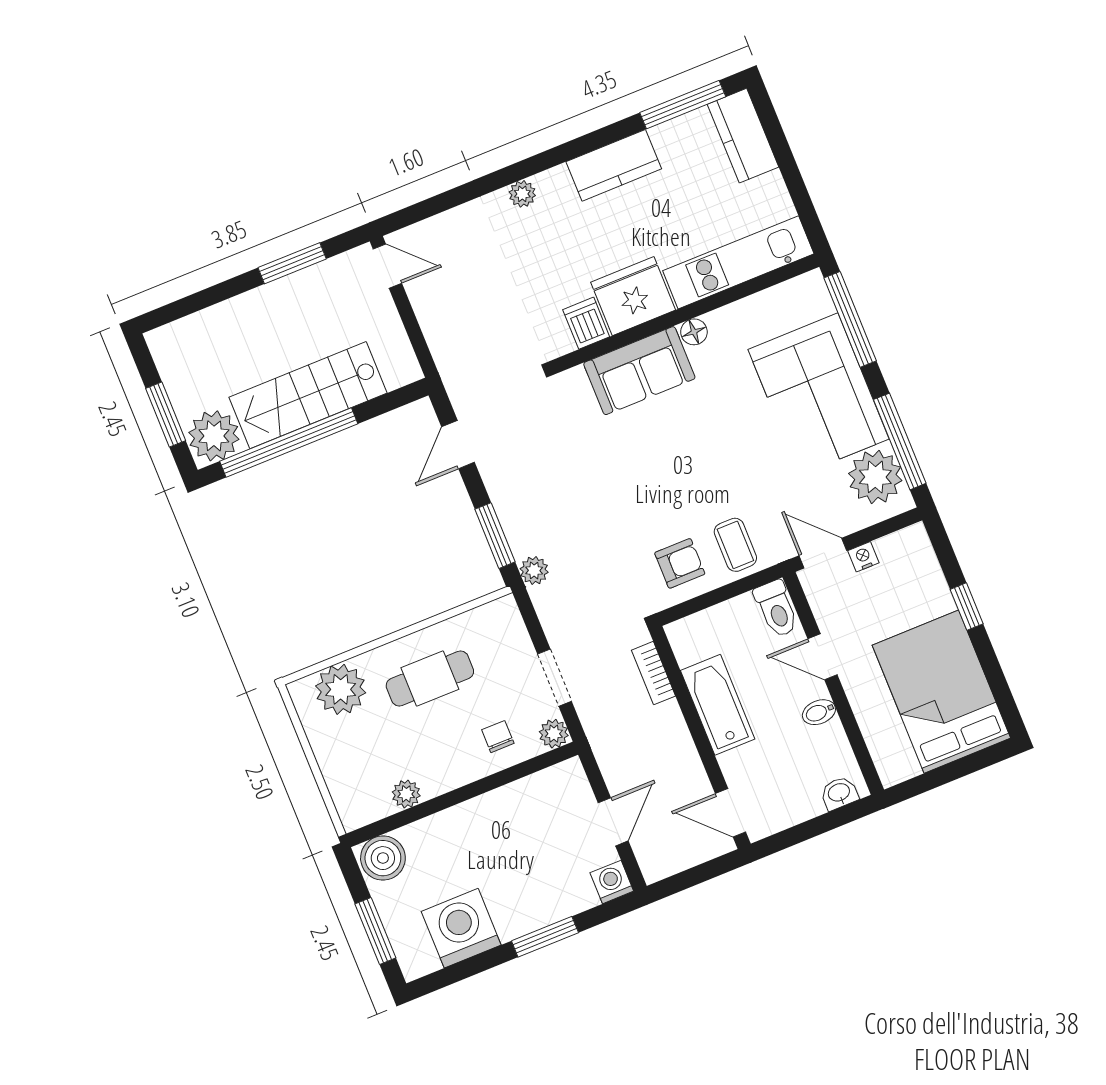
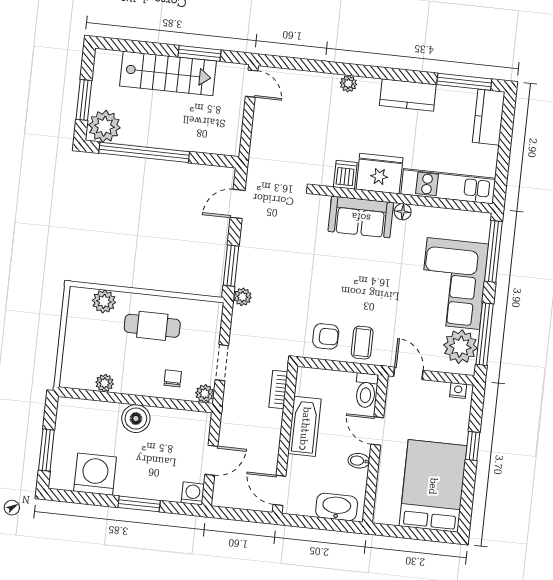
stairs: (308, 395) -> (168, 73), moved, turned 180
nightstand: (863, 557) -> (458, 390), moved
plant: (341, 689) -> (104, 301), width x0.73, depth x0.73
washbasin: (839, 793) -> (337, 507), width x1.91, depth x1.45
boiler: (383, 858) -> (136, 419), moved

